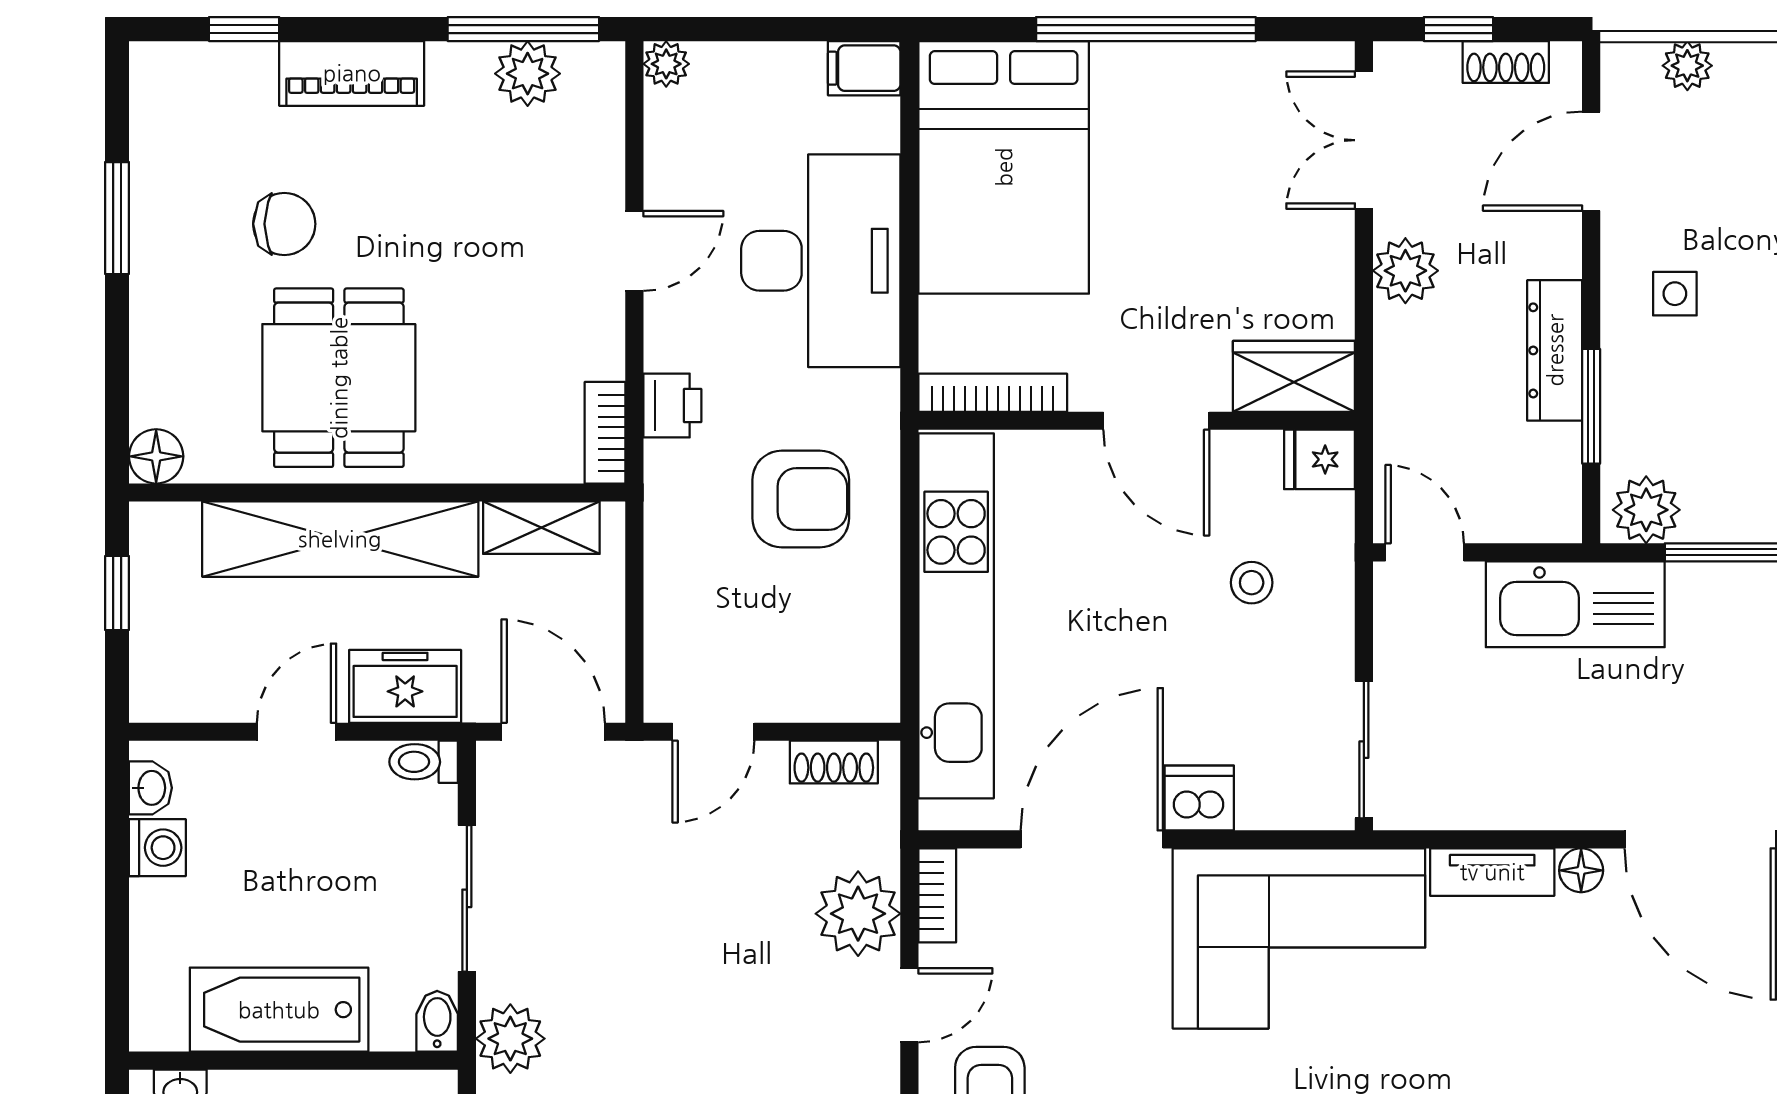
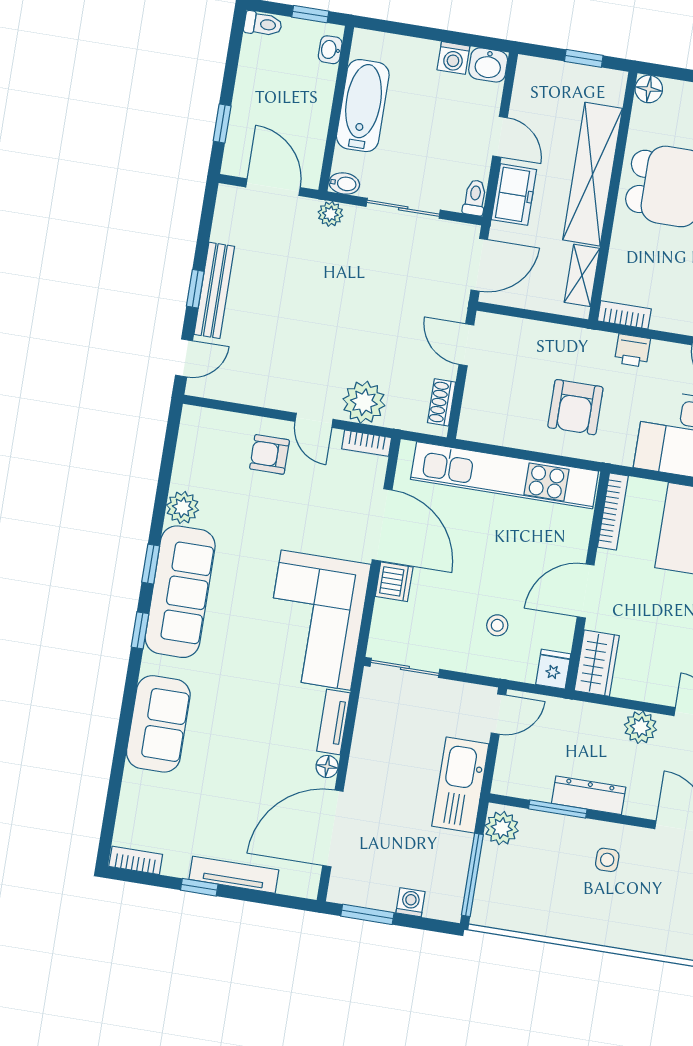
washbasin: (150, 788) -> (488, 65), width x1.38, depth x1.45
plant: (510, 1039) -> (330, 214), width x0.73, depth x0.73

